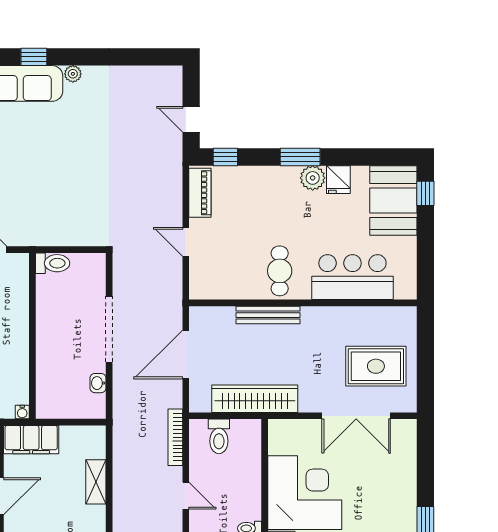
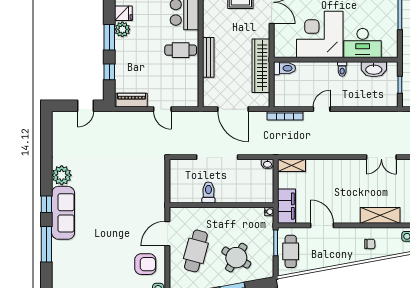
plant: (73, 74) -> (62, 175), width x1.88, depth x1.88
window: (225, 157) -> (109, 72), moved
door: (186, 242) -> (162, 109), hinge flipped
toilet: (53, 263) -> (208, 193), moved
washbasin: (98, 383) -> (267, 164), moved
toilet: (219, 436) -> (284, 68), moved
shelving: (96, 482) -> (292, 165), moved

